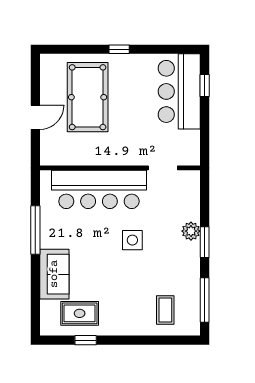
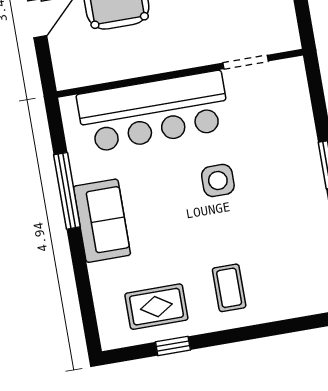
plant: (191, 231) -> (305, 151), removed
sofa: (54, 274) -> (102, 221), moved
coffee table: (165, 310) -> (229, 288), moved

